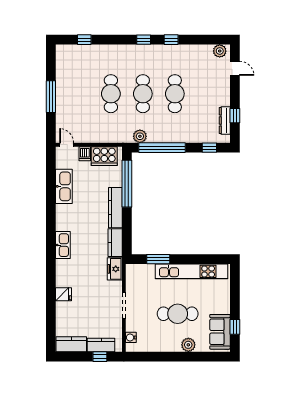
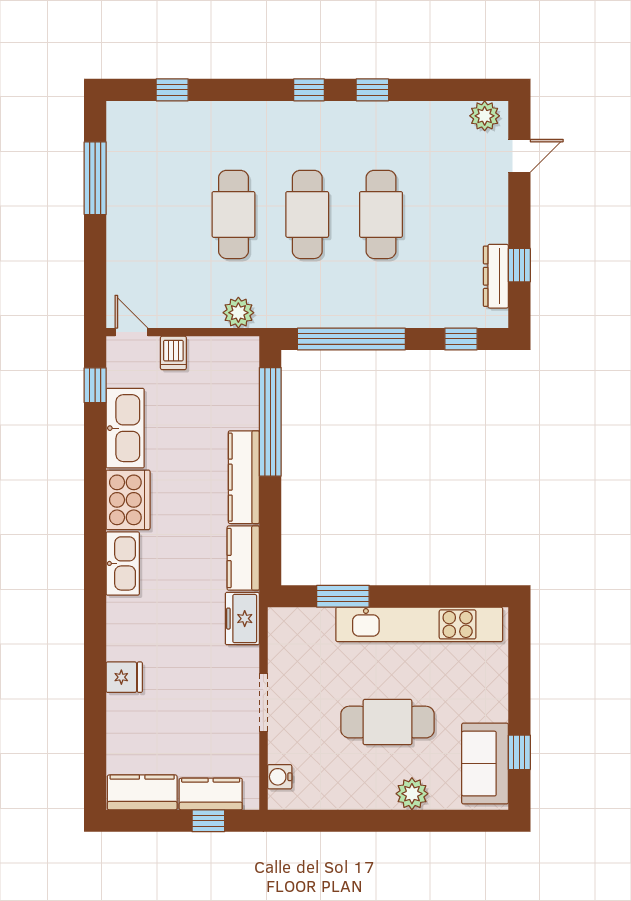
door: (235, 68) -> (519, 156), hinge flipped
window: (51, 97) -> (95, 178), moved
plant: (140, 136) -> (238, 313), moved
cooker: (104, 156) -> (128, 500), moved, turned -90
window: (51, 168) -> (95, 385), added

